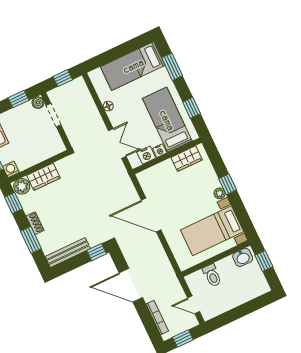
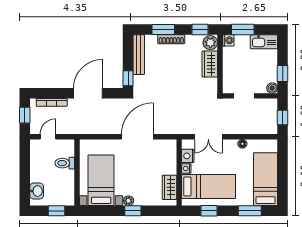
doorway: (54, 115) -> (244, 96), moved
shoe rack: (35, 223) -> (171, 39), width x1.43
washbasin: (243, 257) -> (37, 191), moved, turned 180

